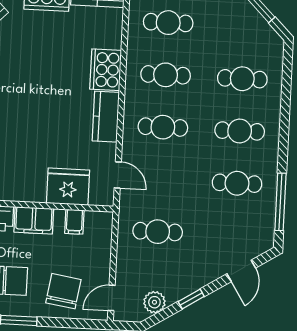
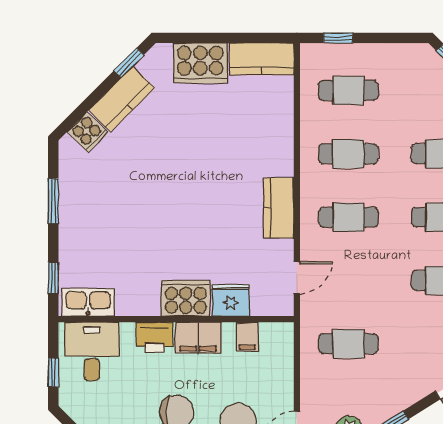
cooker: (106, 70) -> (186, 298), moved, turned 90
door: (118, 175) -> (297, 278), hinge flipped
fridge: (68, 187) -> (231, 300), width x0.73, depth x0.75

